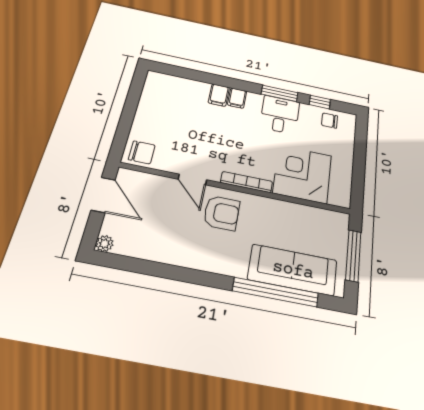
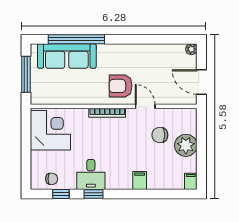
window: (279, 93) -> (94, 194), width x0.67
filing cabinet: (237, 98) -> (191, 181), moved
plant: (148, 121) -> (186, 145), added
chair: (142, 152) -> (160, 135), moved
corner desk: (302, 174) -> (50, 130), moved, turned -90

